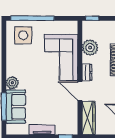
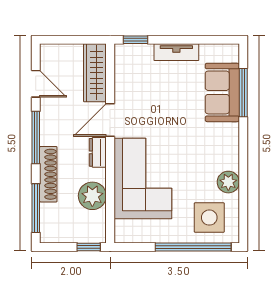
plant: (12, 83) -> (228, 182), moved
door: (80, 91) -> (110, 120), swing flipped

